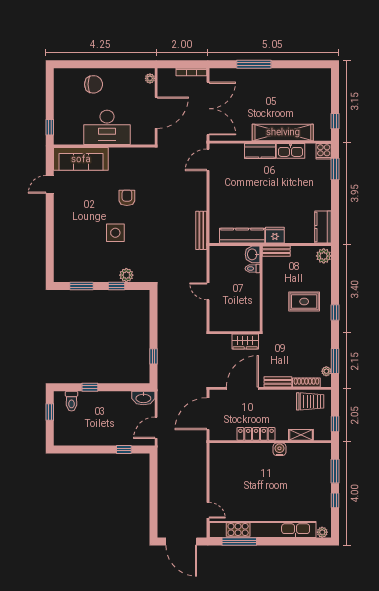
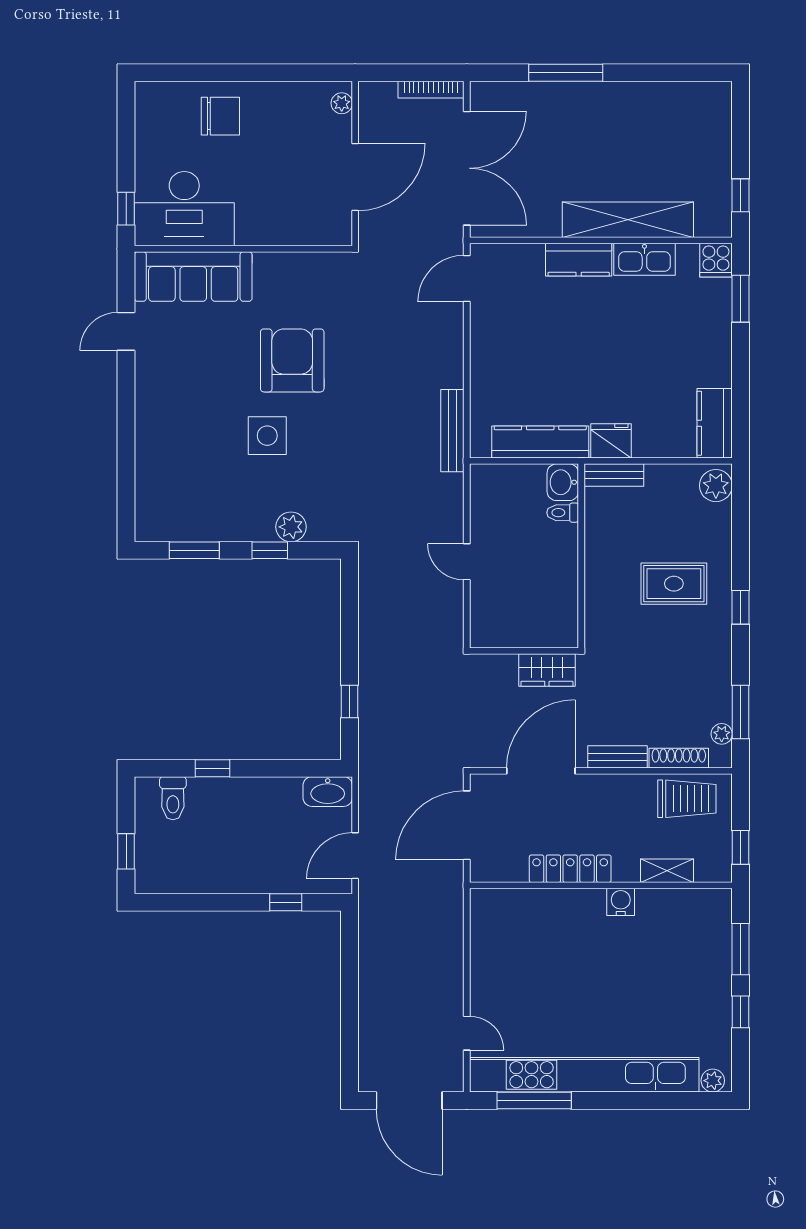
desk: (107, 127) -> (184, 209), moved
armchair: (127, 198) -> (292, 360), width x1.88, depth x1.88
window: (50, 412) -> (126, 851), moved

